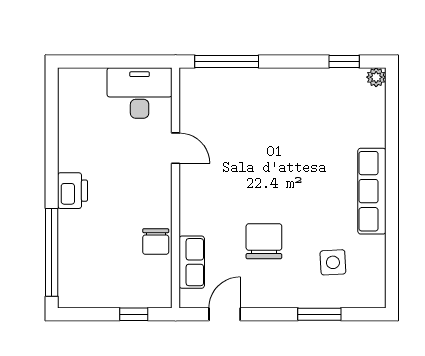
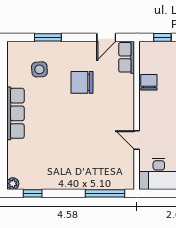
chair: (264, 241) -> (82, 82), turned 90
row of seats: (192, 262) -> (127, 57), moved

